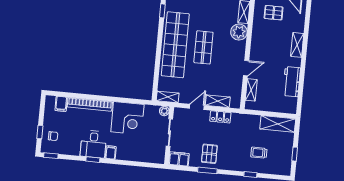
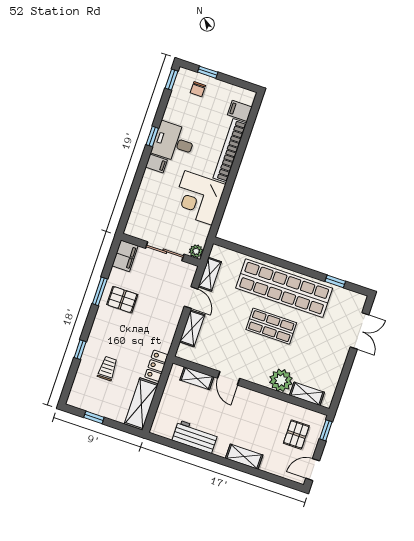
shelving: (168, 97) -> (210, 274), moved
locker: (220, 117) -> (156, 366), moved

